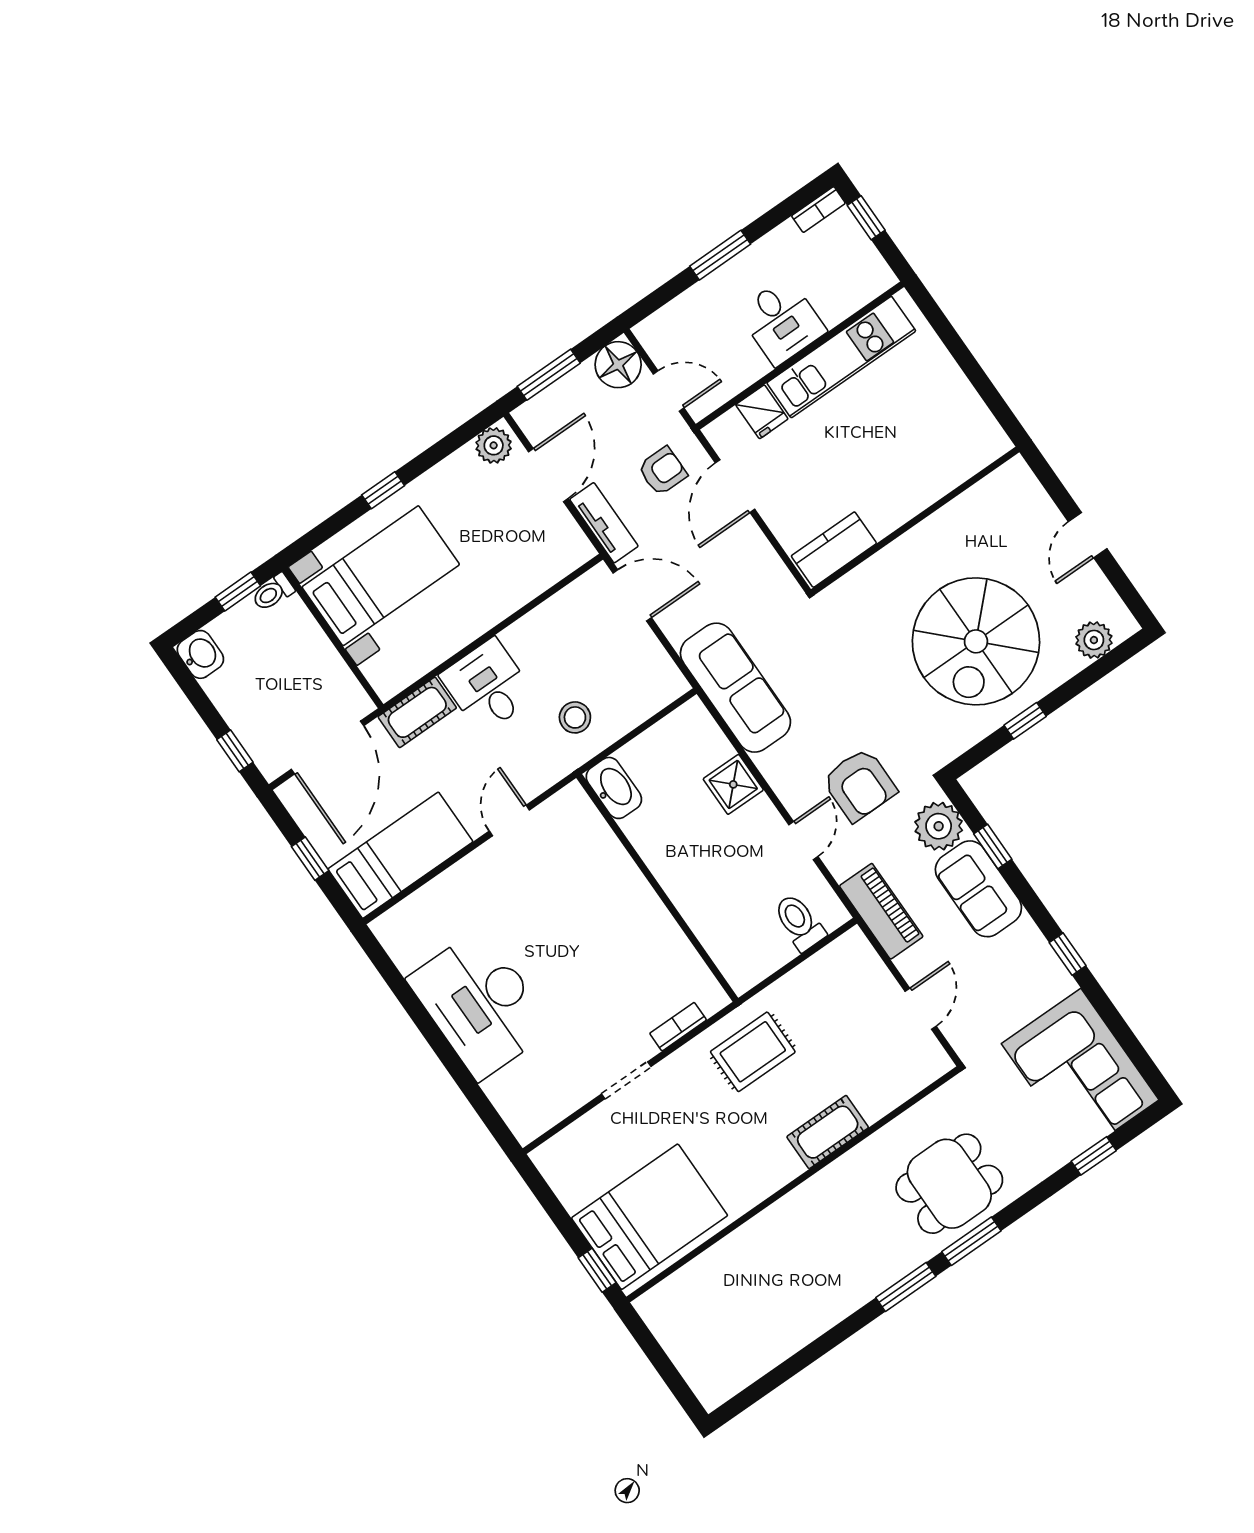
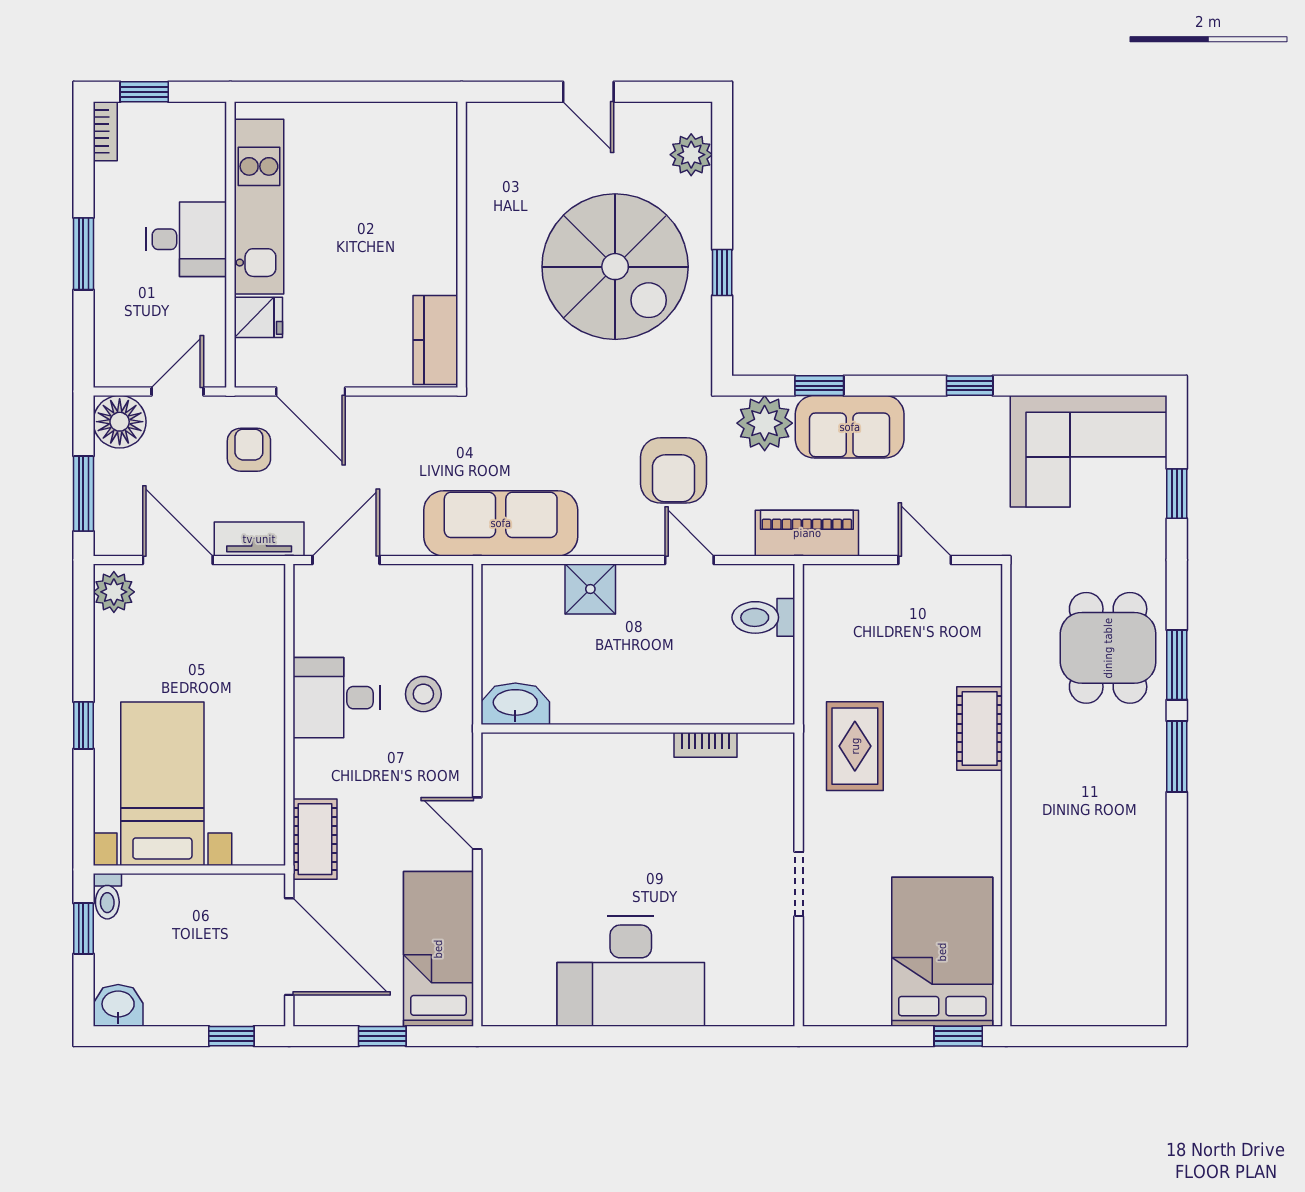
desk: (488, 686) -> (337, 698), moved
armchair: (859, 785) -> (674, 470), turned 90
bookcase: (678, 1027) -> (705, 745), moved, turned -90

